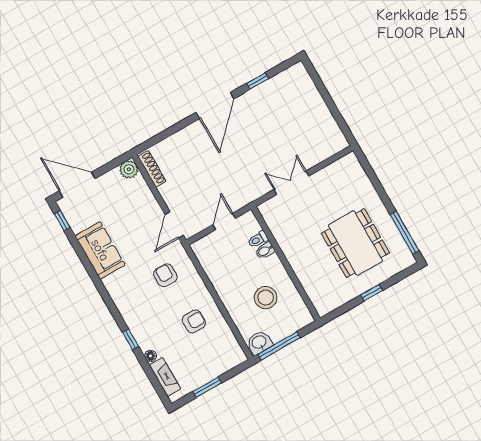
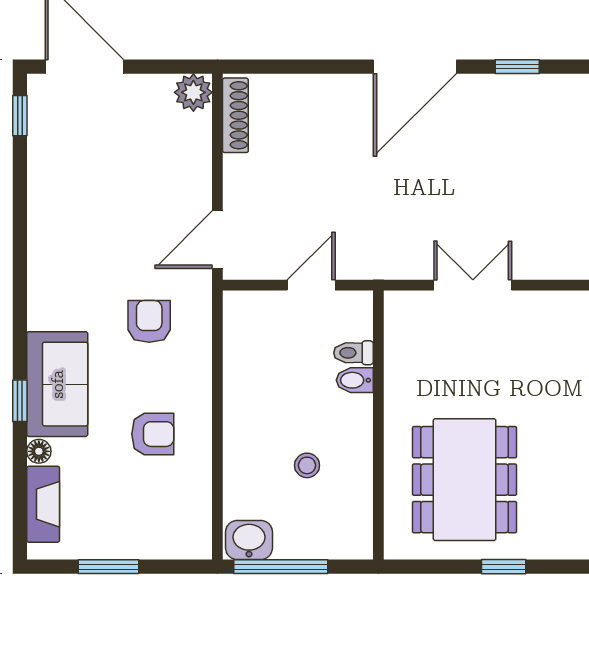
dining table: (355, 243) -> (465, 480), moved
sofa: (100, 250) -> (57, 384), moved
stool: (266, 298) -> (307, 465), width x0.53, depth x0.53

